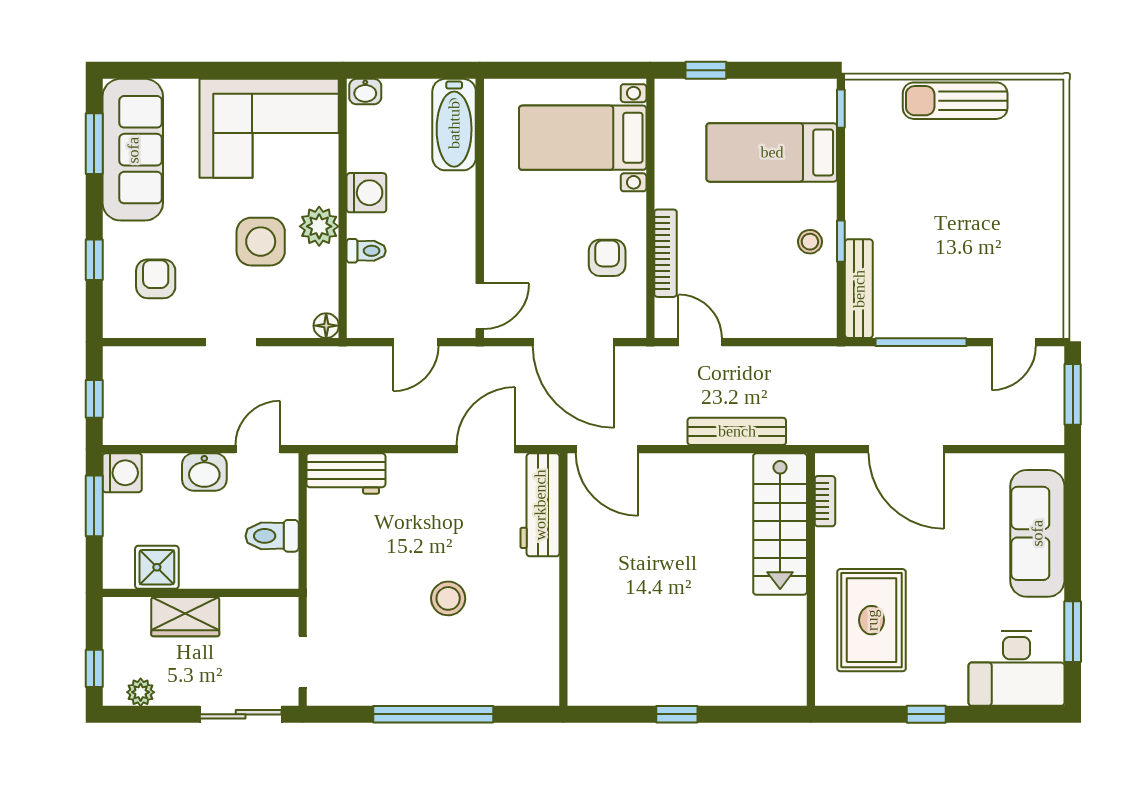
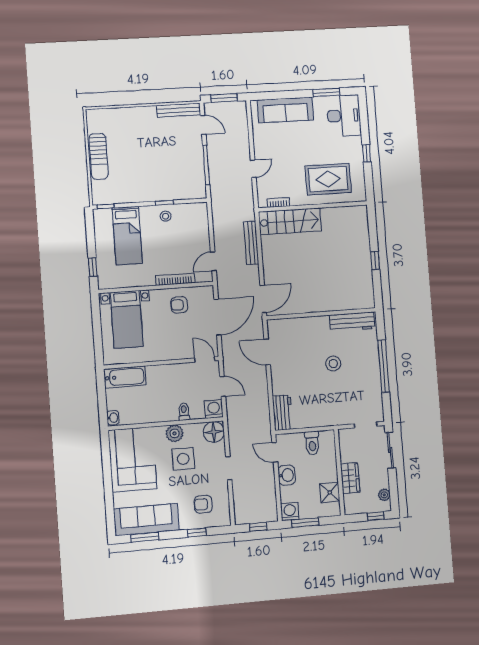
washing machine: (366, 193) -> (214, 409), moved
bench: (859, 289) -> (179, 110), moved
floor lamp: (326, 326) -> (214, 432), width x1.89, depth x1.89
door: (906, 449) -> (253, 169), width x0.53
workbench: (540, 505) -> (352, 322), moved

